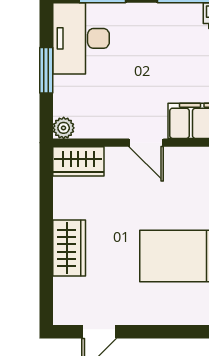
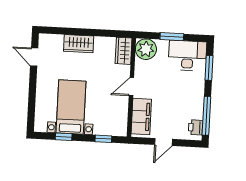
plant: (64, 128) -> (146, 49), width x1.88, depth x1.88

